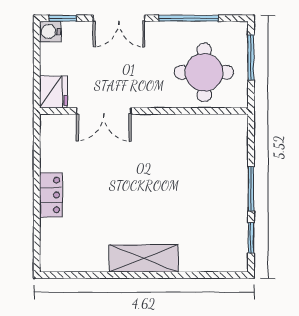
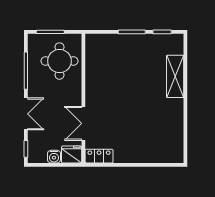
water cooler: (50, 31) -> (54, 157), moved
double door: (104, 111) -> (83, 123), swing flipped
locker: (51, 195) -> (99, 156), moved
shelving: (144, 258) -> (175, 76), moved

